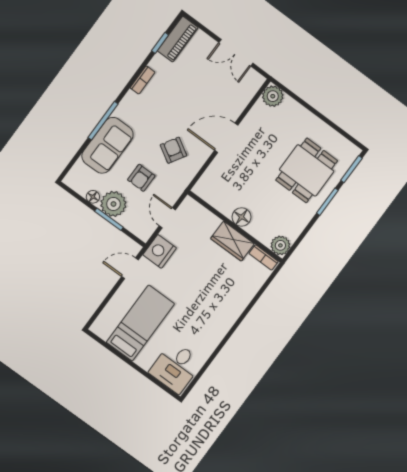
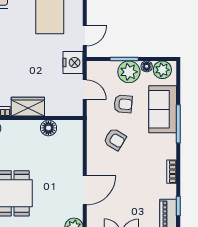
door: (226, 138) -> (85, 190), moved
armchair: (141, 178) -> (123, 104), turned 95
plant: (80, 183) -> (162, 70), added
floor lamp: (241, 217) -> (48, 128), moved

